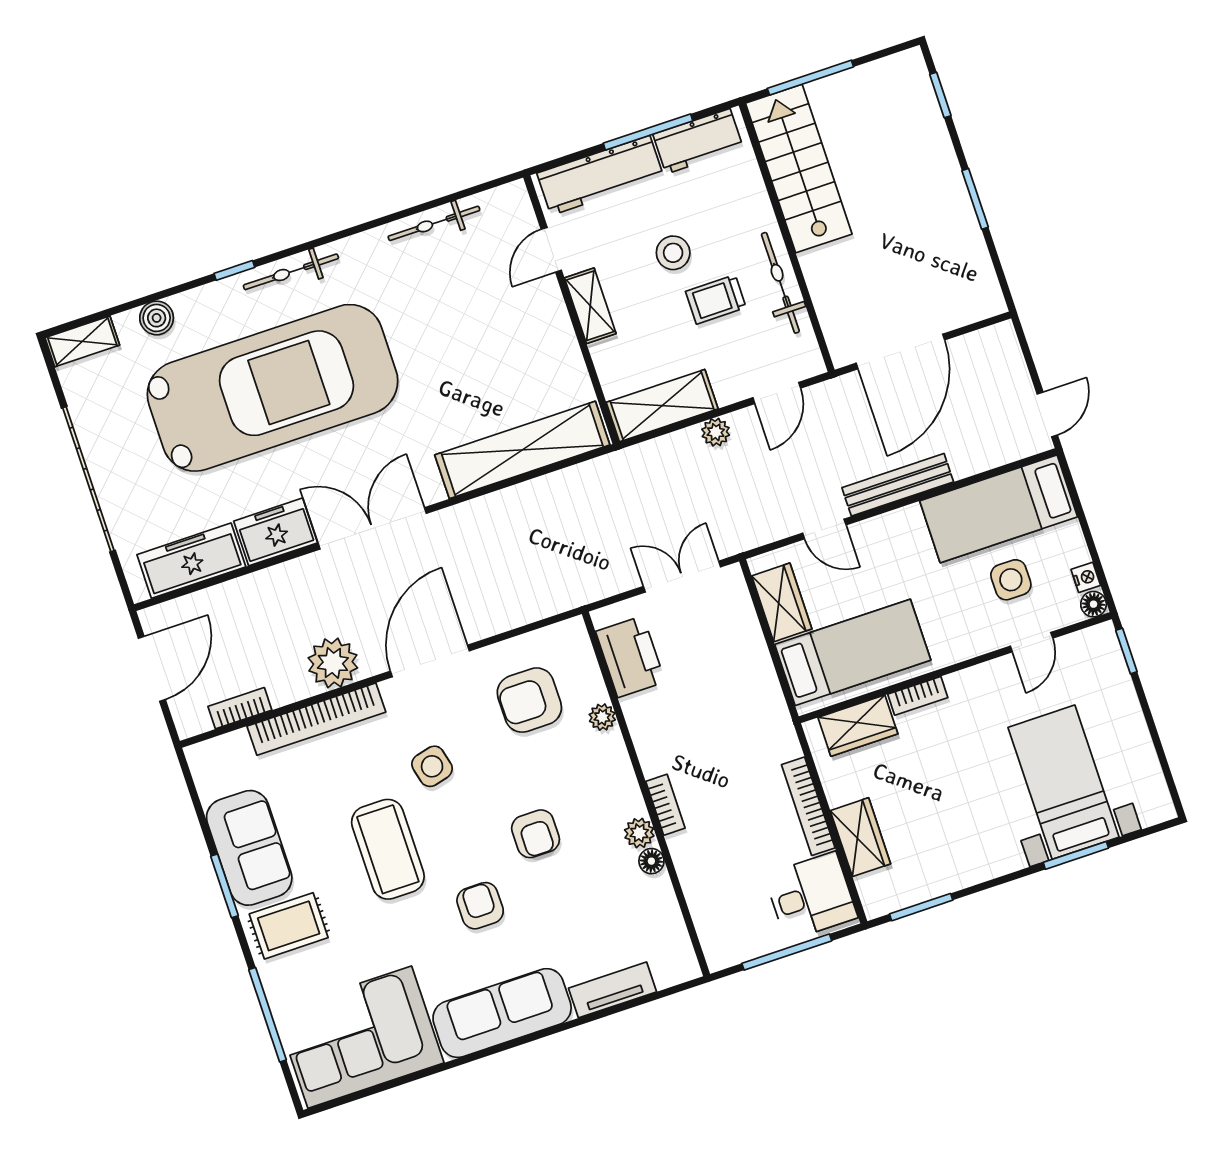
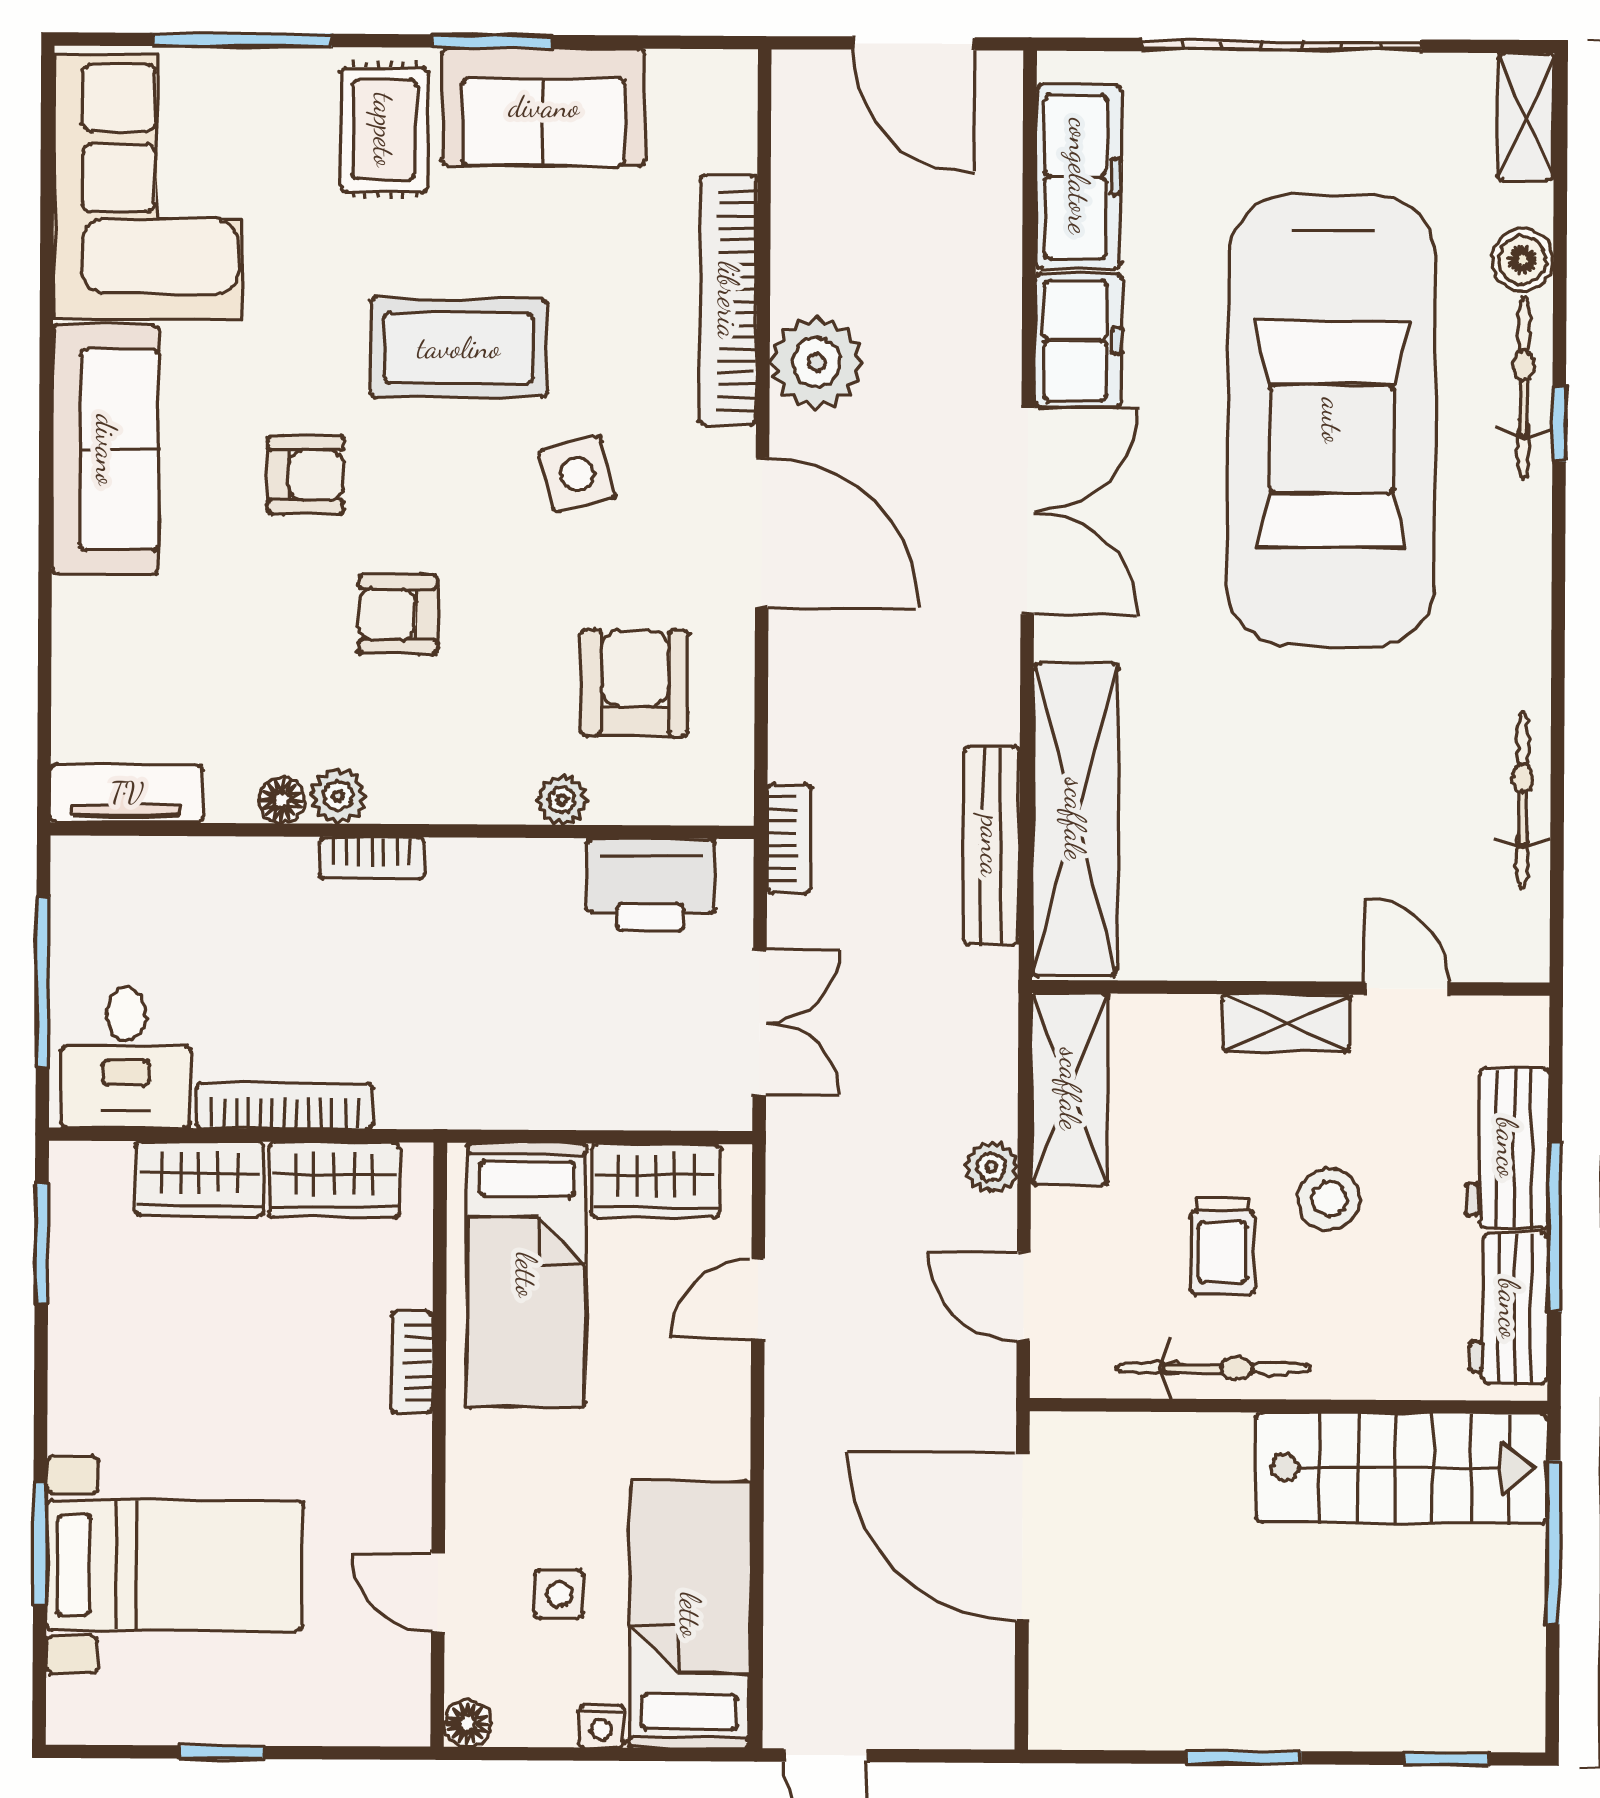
workbench: (600, 175) -> (1507, 1148), width x0.73
bicycle: (291, 272) -> (1524, 388), moved
trolley: (716, 299) -> (1223, 1246), turned 180
bench: (898, 485) -> (991, 846), moved
nightstand: (1086, 577) -> (601, 1726), moved
side table: (1011, 580) -> (559, 1594), width x0.73, depth x0.73
window: (1126, 651) -> (222, 1752), moved
bookcase: (240, 708) -> (789, 839), moved
wardrobe: (858, 726) -> (334, 1180), moved, turned -90
tv unit: (613, 990) -> (127, 793), moved, turned -90

